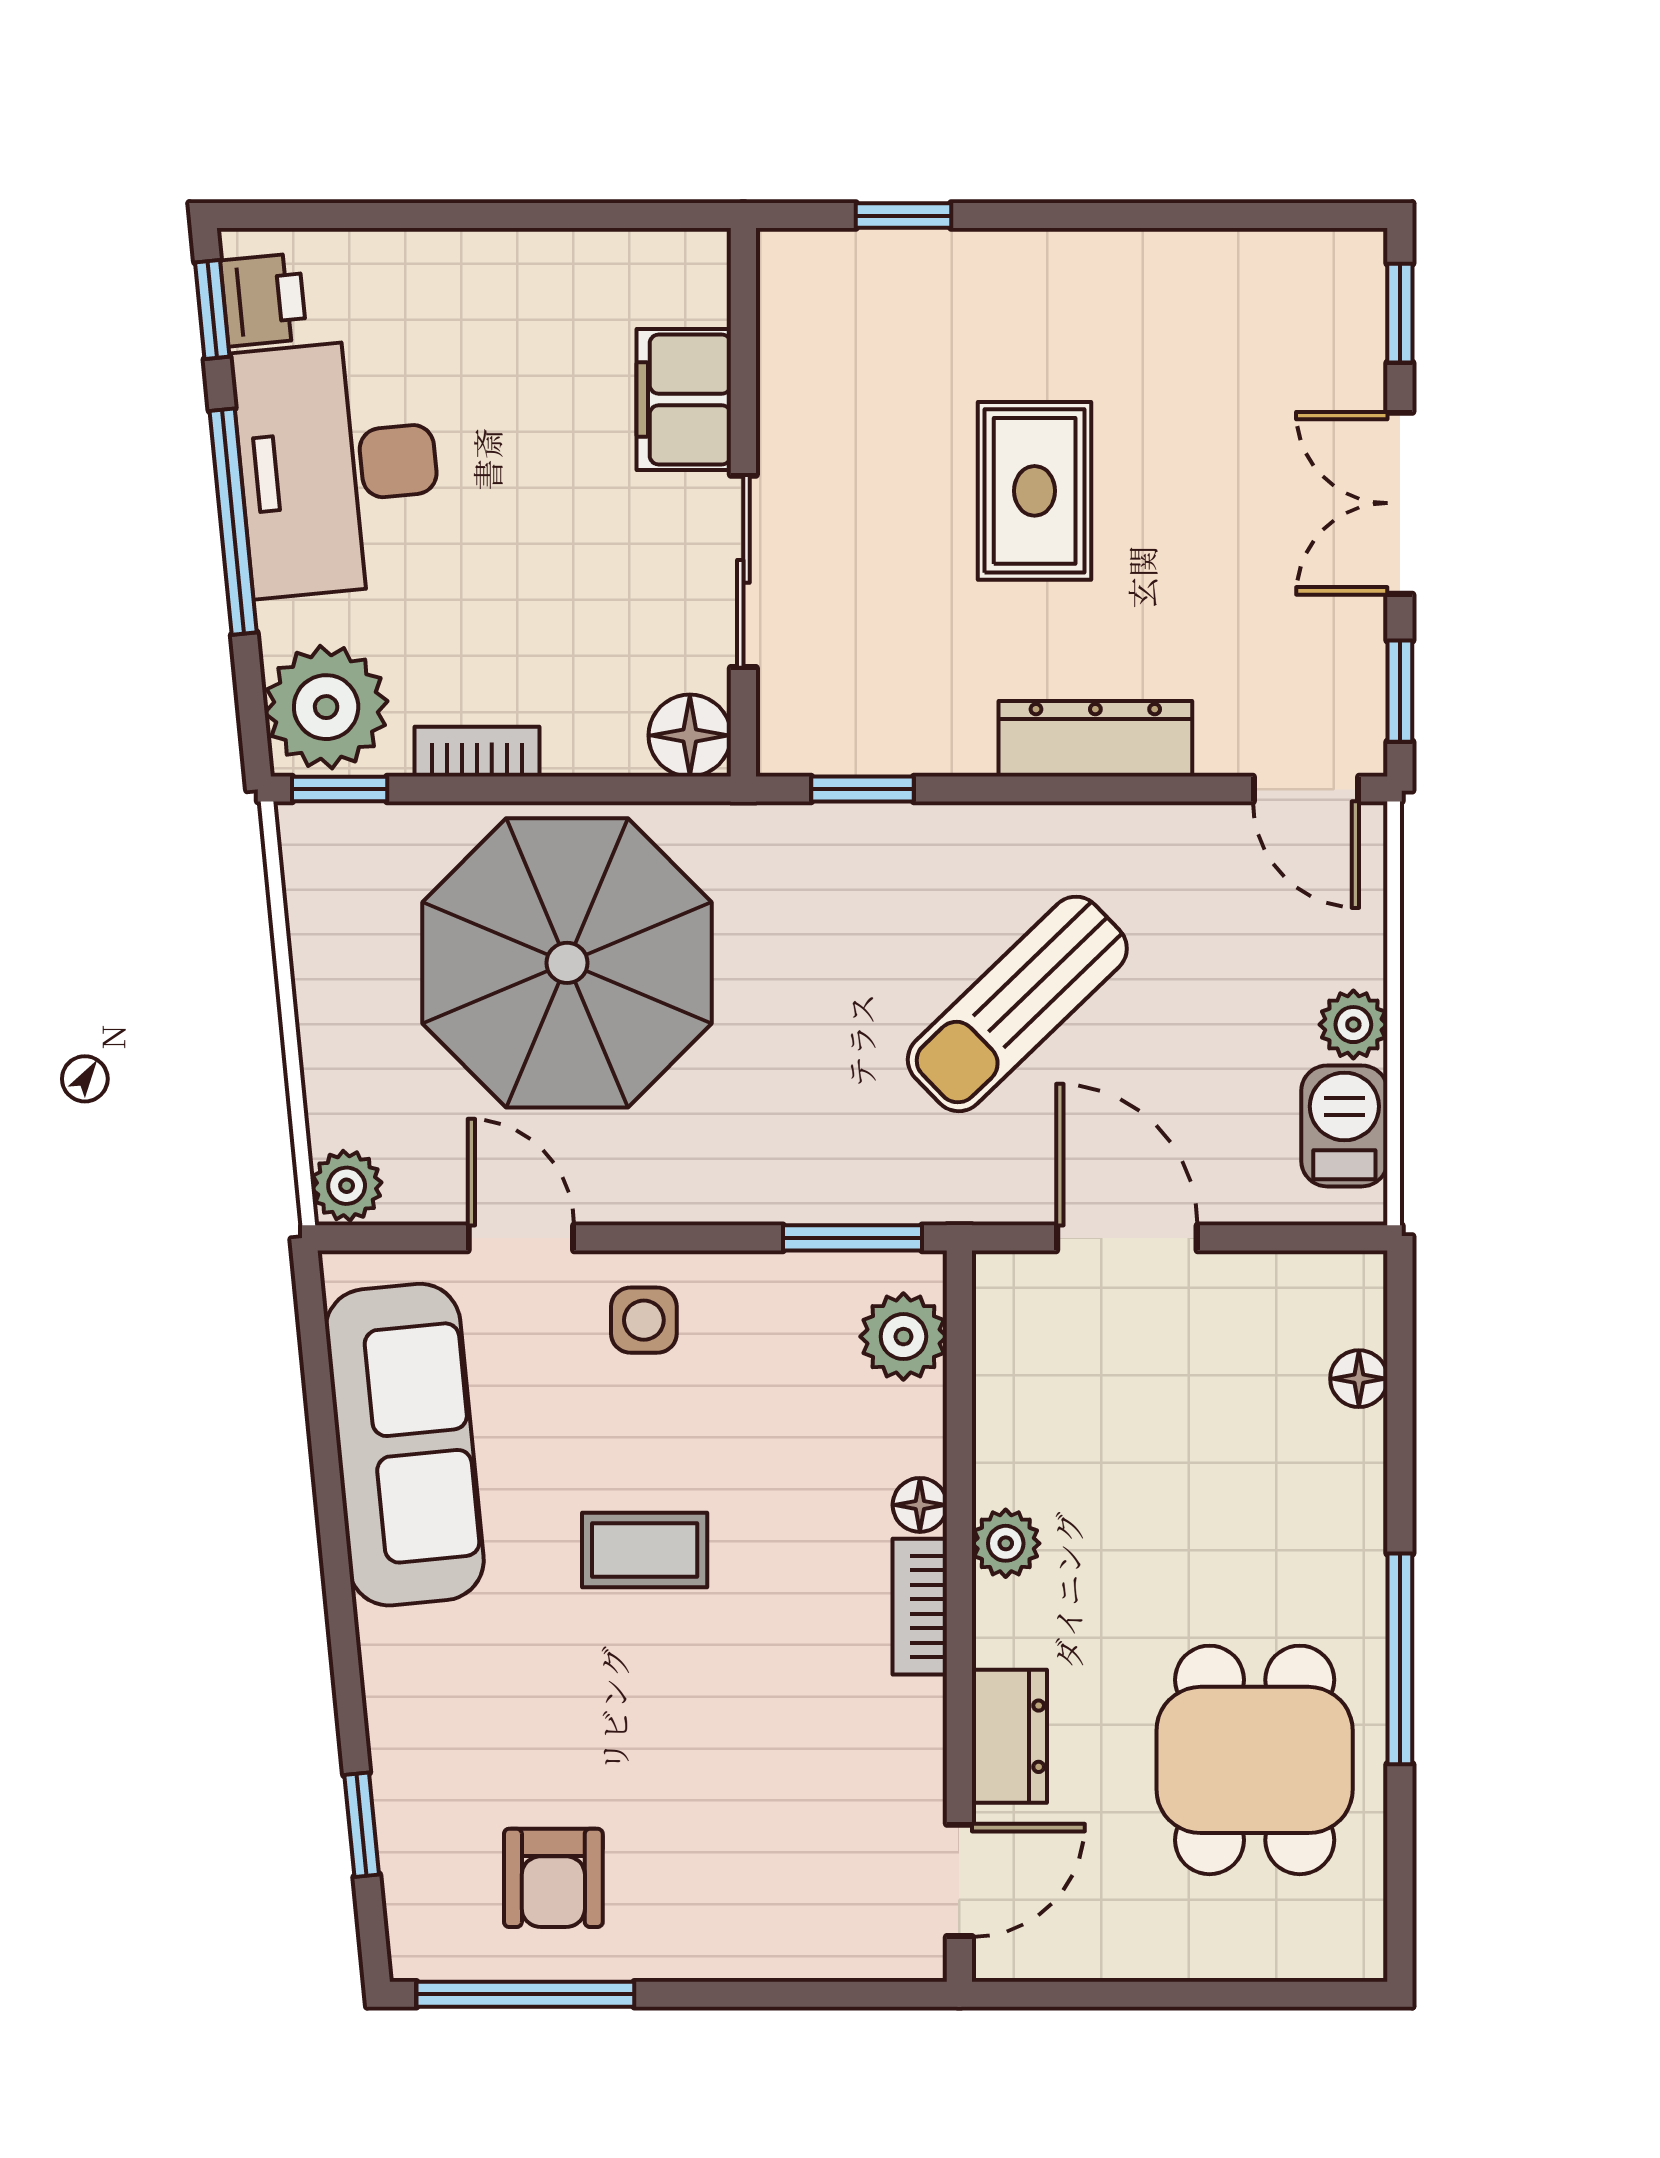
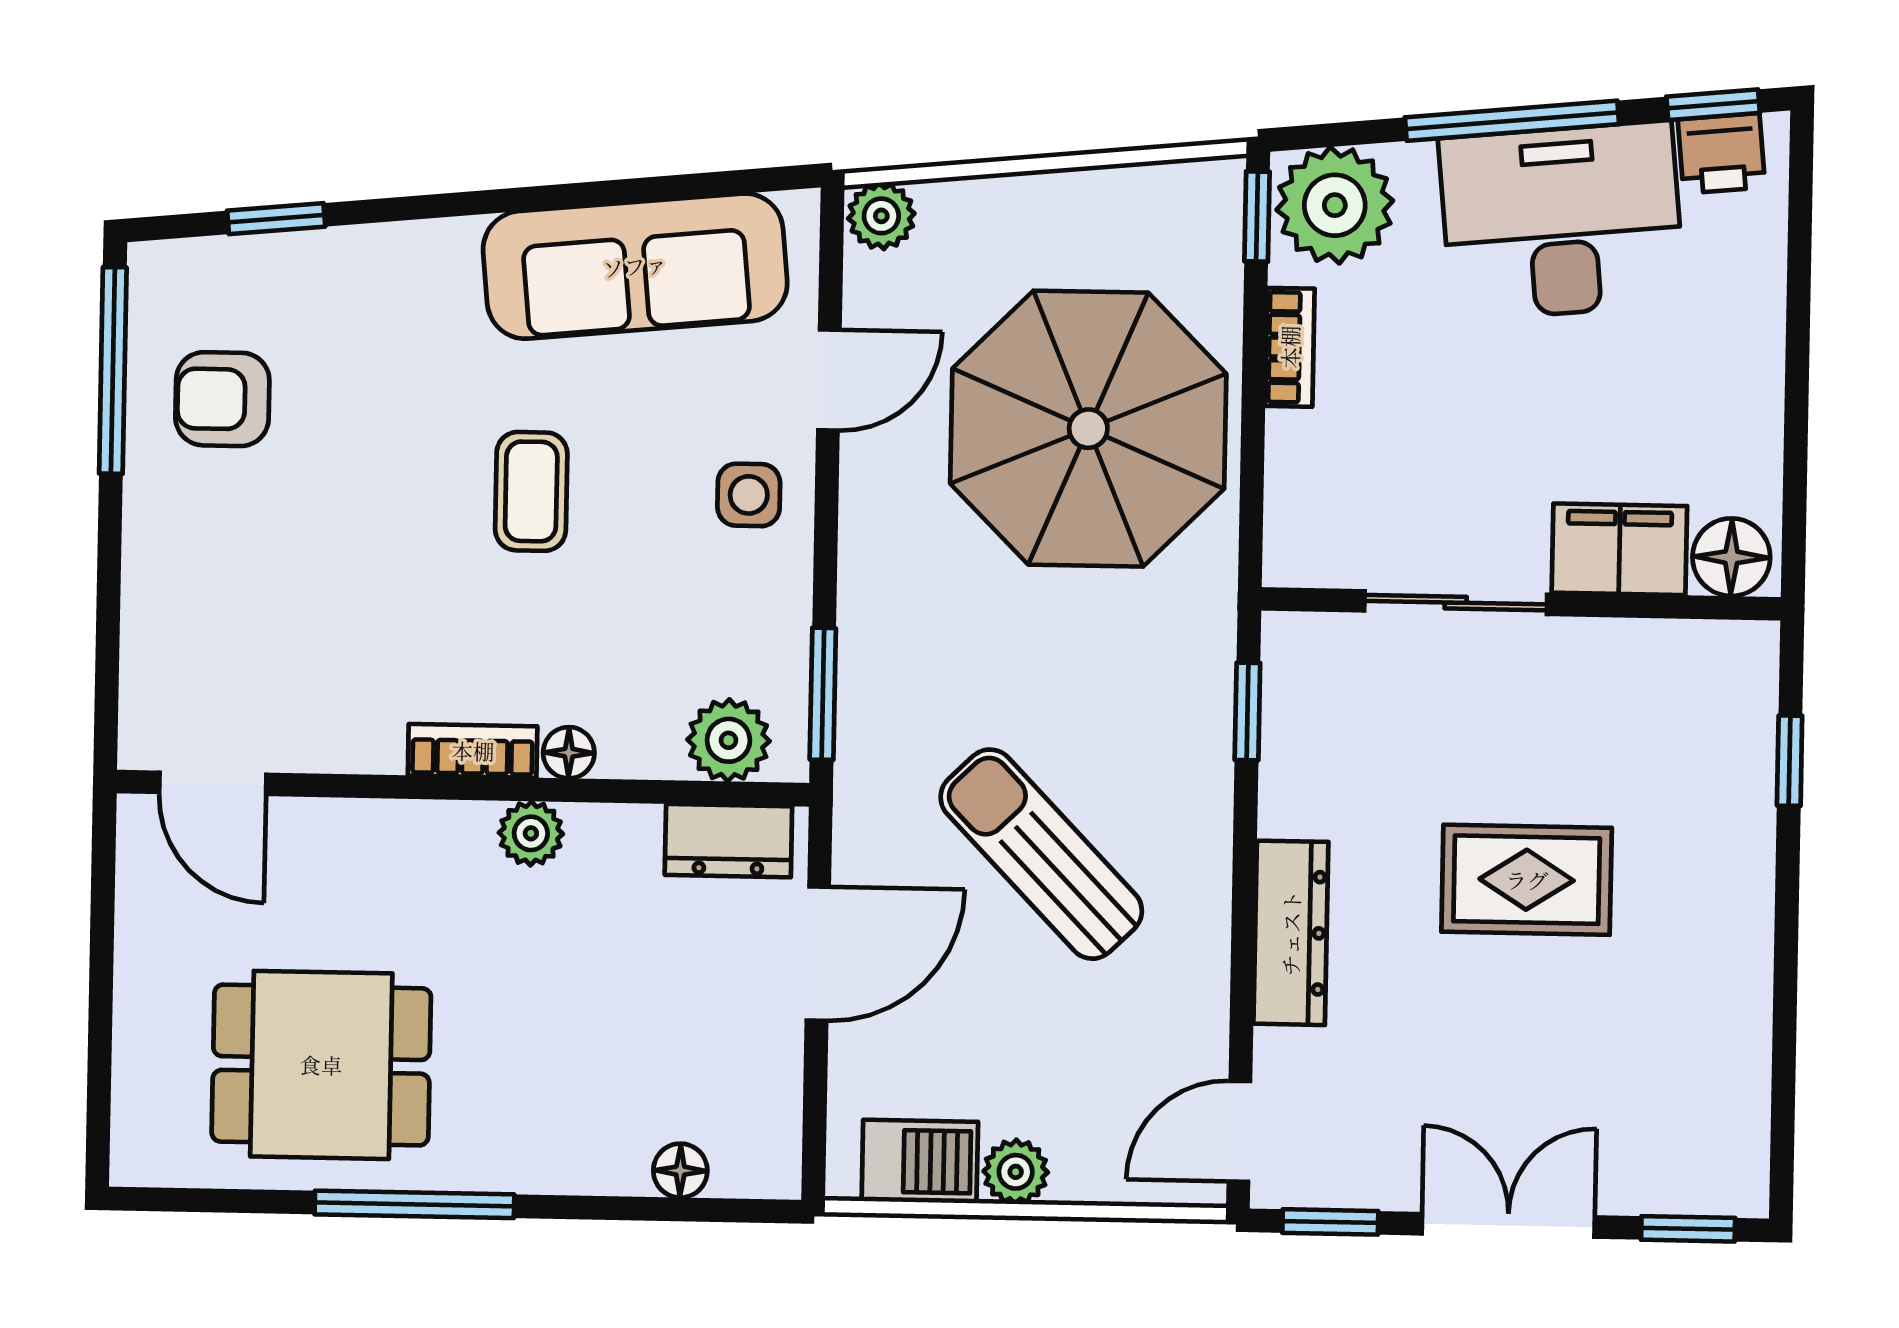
floor lamp: (690, 735) -> (1731, 557), moved
dresser: (1009, 1736) -> (728, 841), moved

